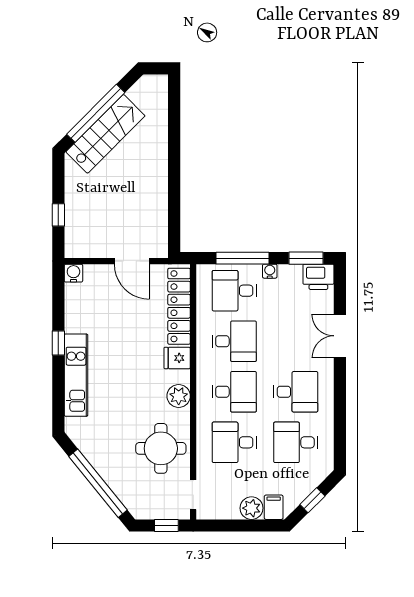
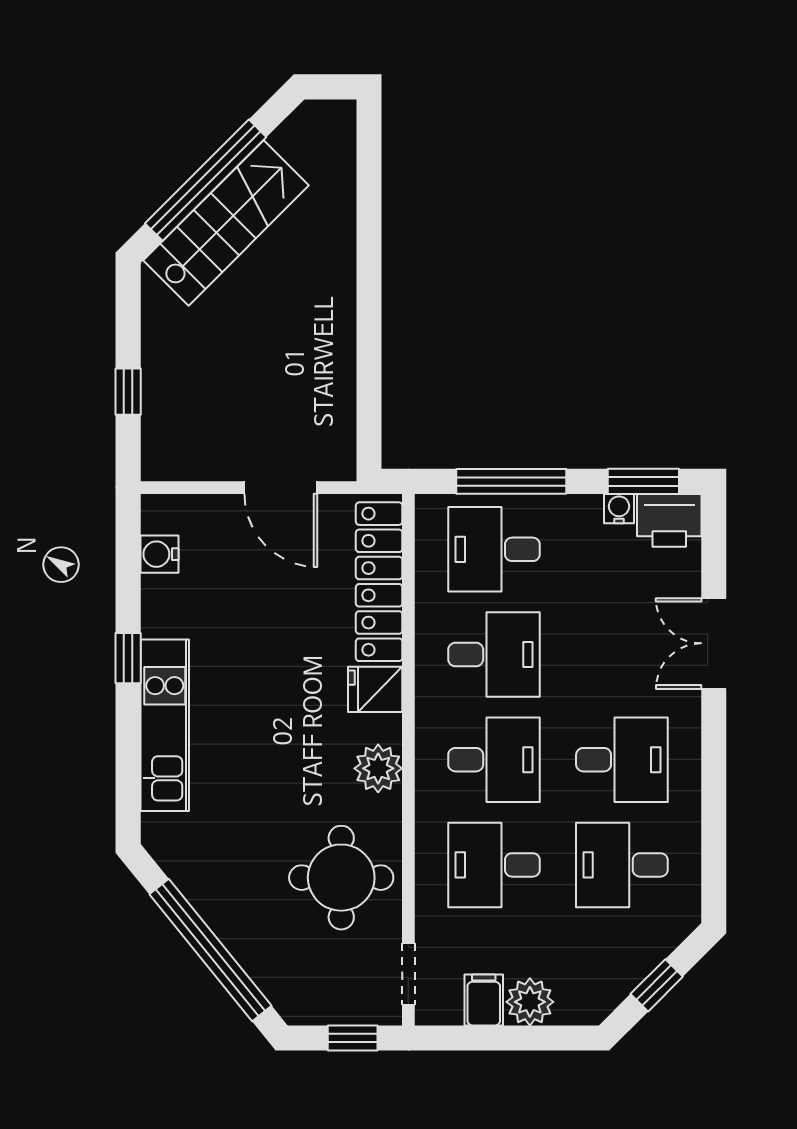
water cooler: (270, 271) -> (619, 509), moved
water cooler: (73, 273) -> (159, 554), moved, turned -90
filing cabinet: (274, 507) -> (484, 1000), moved

